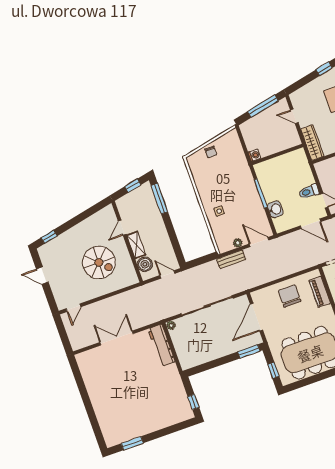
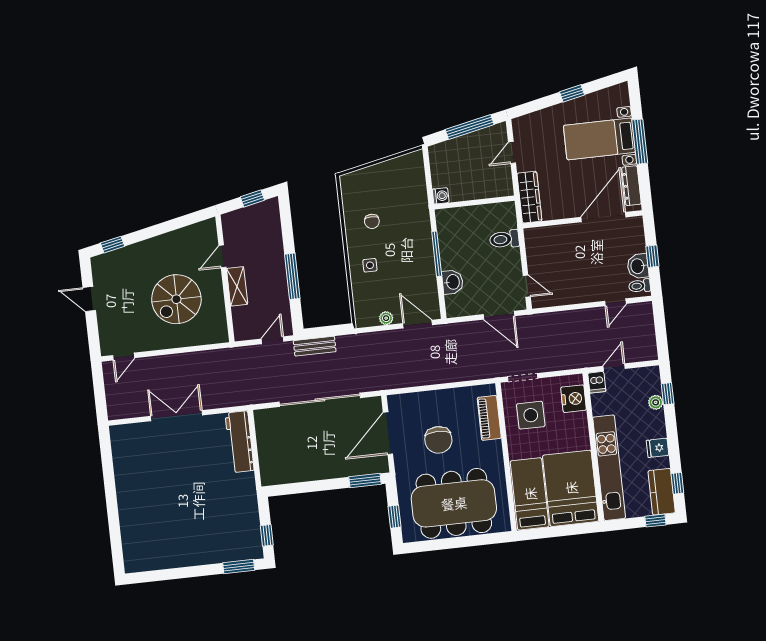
door: (294, 116) -> (512, 153), hinge flipped
chair: (211, 152) -> (372, 221), moved
toilet: (309, 192) -> (504, 239), moved
window: (159, 199) -> (292, 276), moved
bench: (231, 259) -> (315, 346), moved
spiral stairs: (99, 262) -> (176, 299), turned 90
boiler: (145, 264) -> (243, 318), removed
door: (167, 274) -> (272, 340), hinge flipped
chair: (290, 296) -> (438, 440), moved, turned 180
plant: (171, 325) -> (260, 416), removed
window: (132, 443) -> (239, 567), moved

